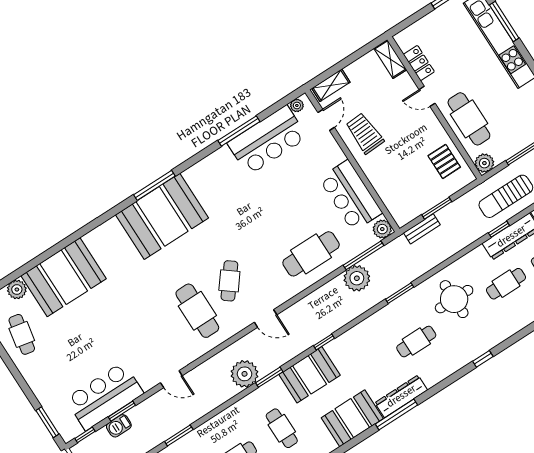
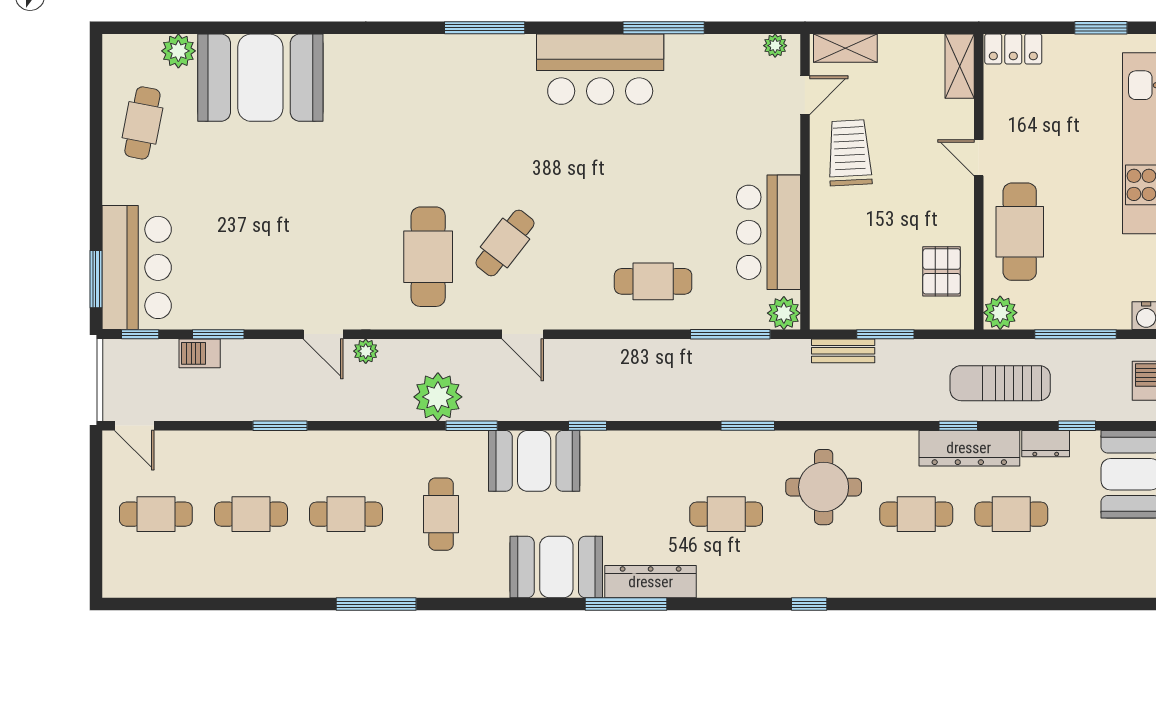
locker: (419, 63) -> (1013, 49), moved, turned 90
bar counter: (267, 140) -> (600, 69), moved
booth: (162, 216) -> (466, 82), removed
cafe table: (311, 254) -> (653, 281), width x0.73, depth x0.74
plant: (357, 278) -> (366, 351), moved, width x0.53, depth x0.53
bar counter: (105, 396) -> (137, 267), moved, turned 90

